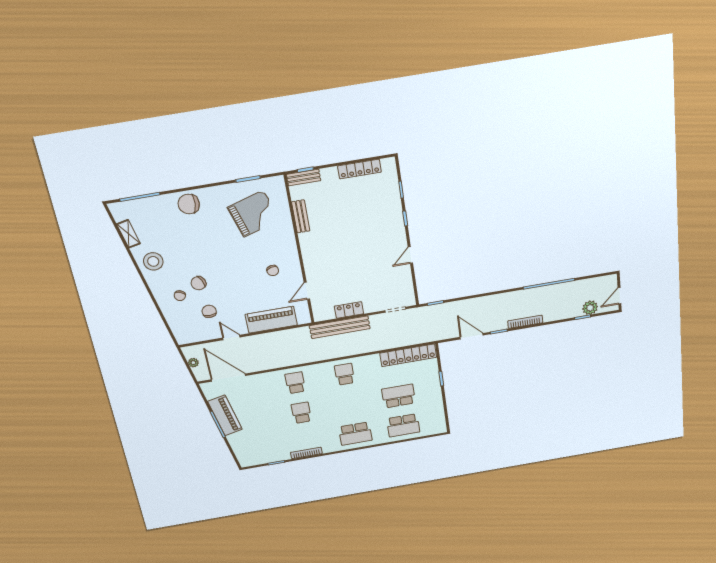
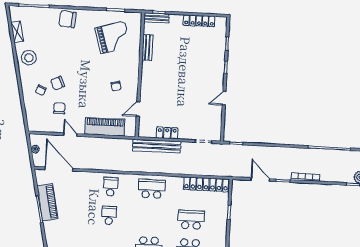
school desk: (345, 374) -> (152, 189), width x1.85

